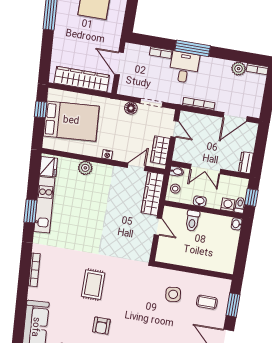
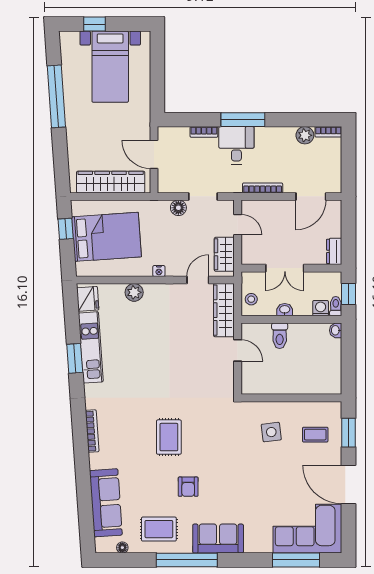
bidet: (177, 171) -> (250, 277), removed

